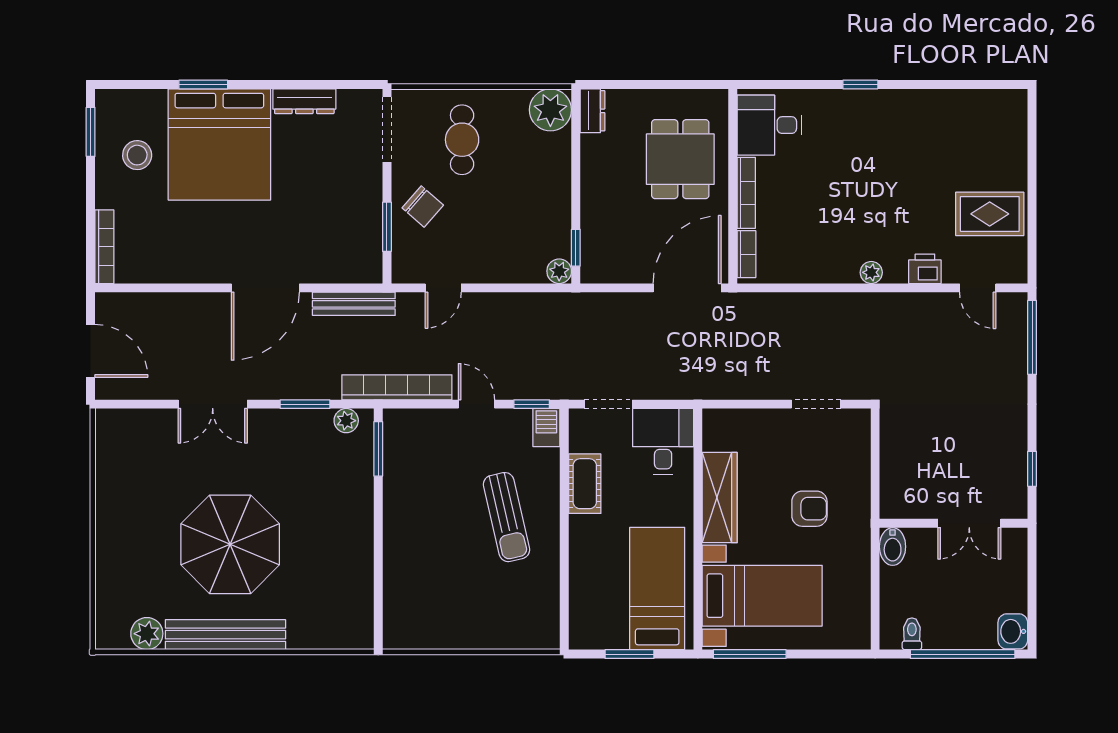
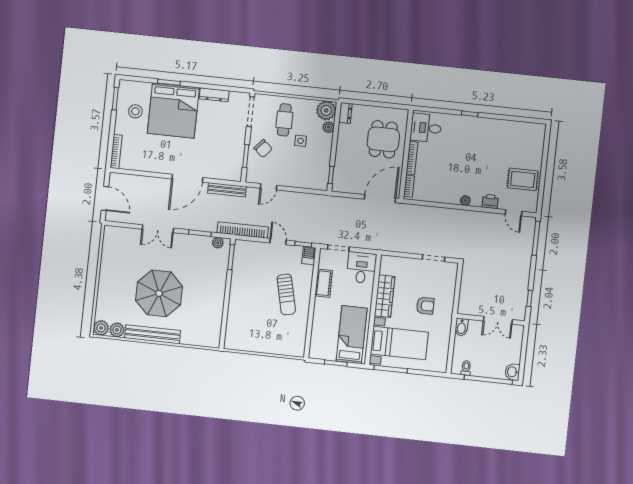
side table: (502, 181) -> (301, 141), added
plant: (559, 271) -> (328, 127), moved
plant: (112, 633) -> (101, 328), added

